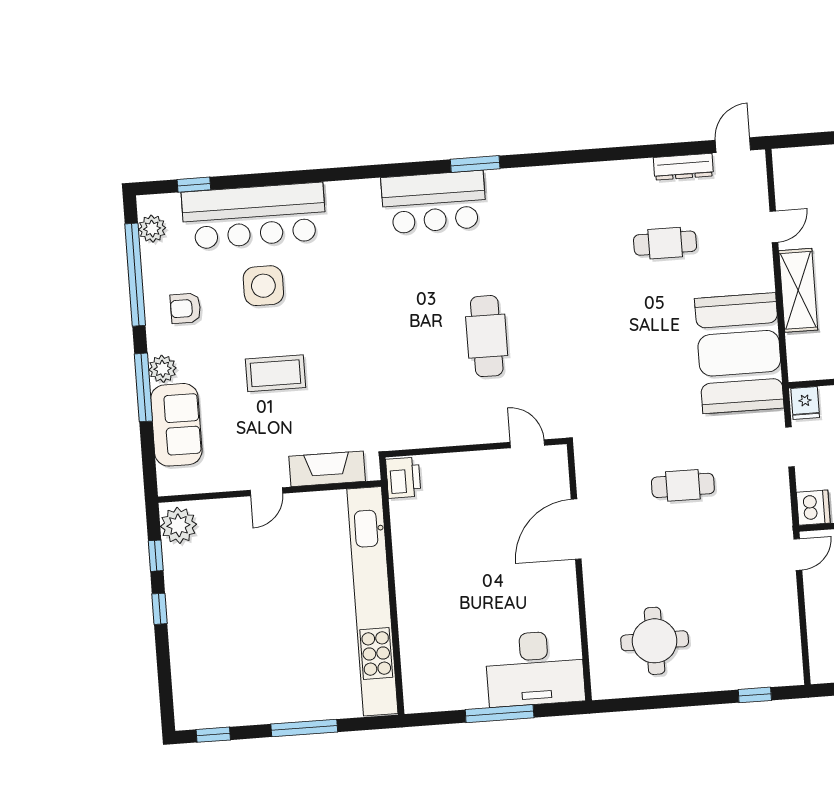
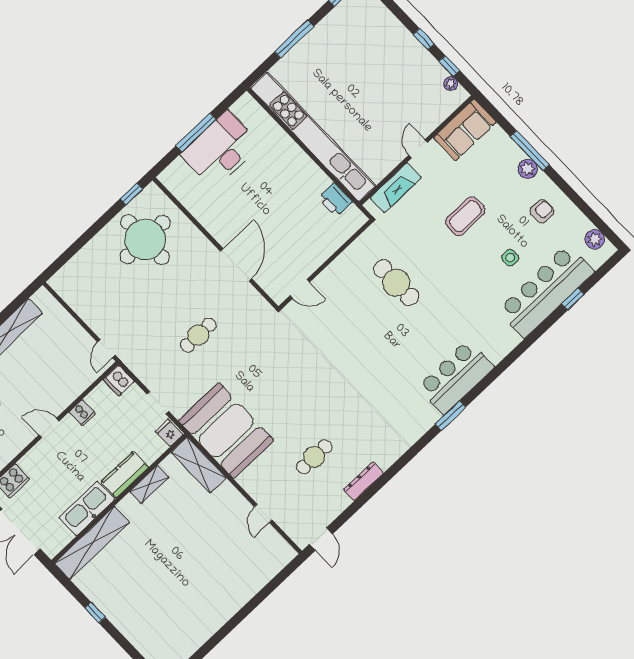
dresser: (683, 167) -> (363, 481), moved
window: (194, 185) -> (573, 299), moved
window: (135, 275) -> (584, 207), removed
side table: (263, 286) -> (510, 258), width x0.54, depth x0.54
shelving: (798, 290) -> (198, 465), moved
cafe table: (487, 336) -> (396, 283), moved
sofa: (176, 425) -> (465, 130), moved, turned -90
printer: (403, 478) -> (335, 200), moved
plant: (178, 525) -> (451, 84), width x0.53, depth x0.53
round table: (655, 641) -> (145, 240), width x1.36, depth x1.36
desk: (535, 668) -> (221, 150), moved
window: (755, 695) -> (132, 194), moved

